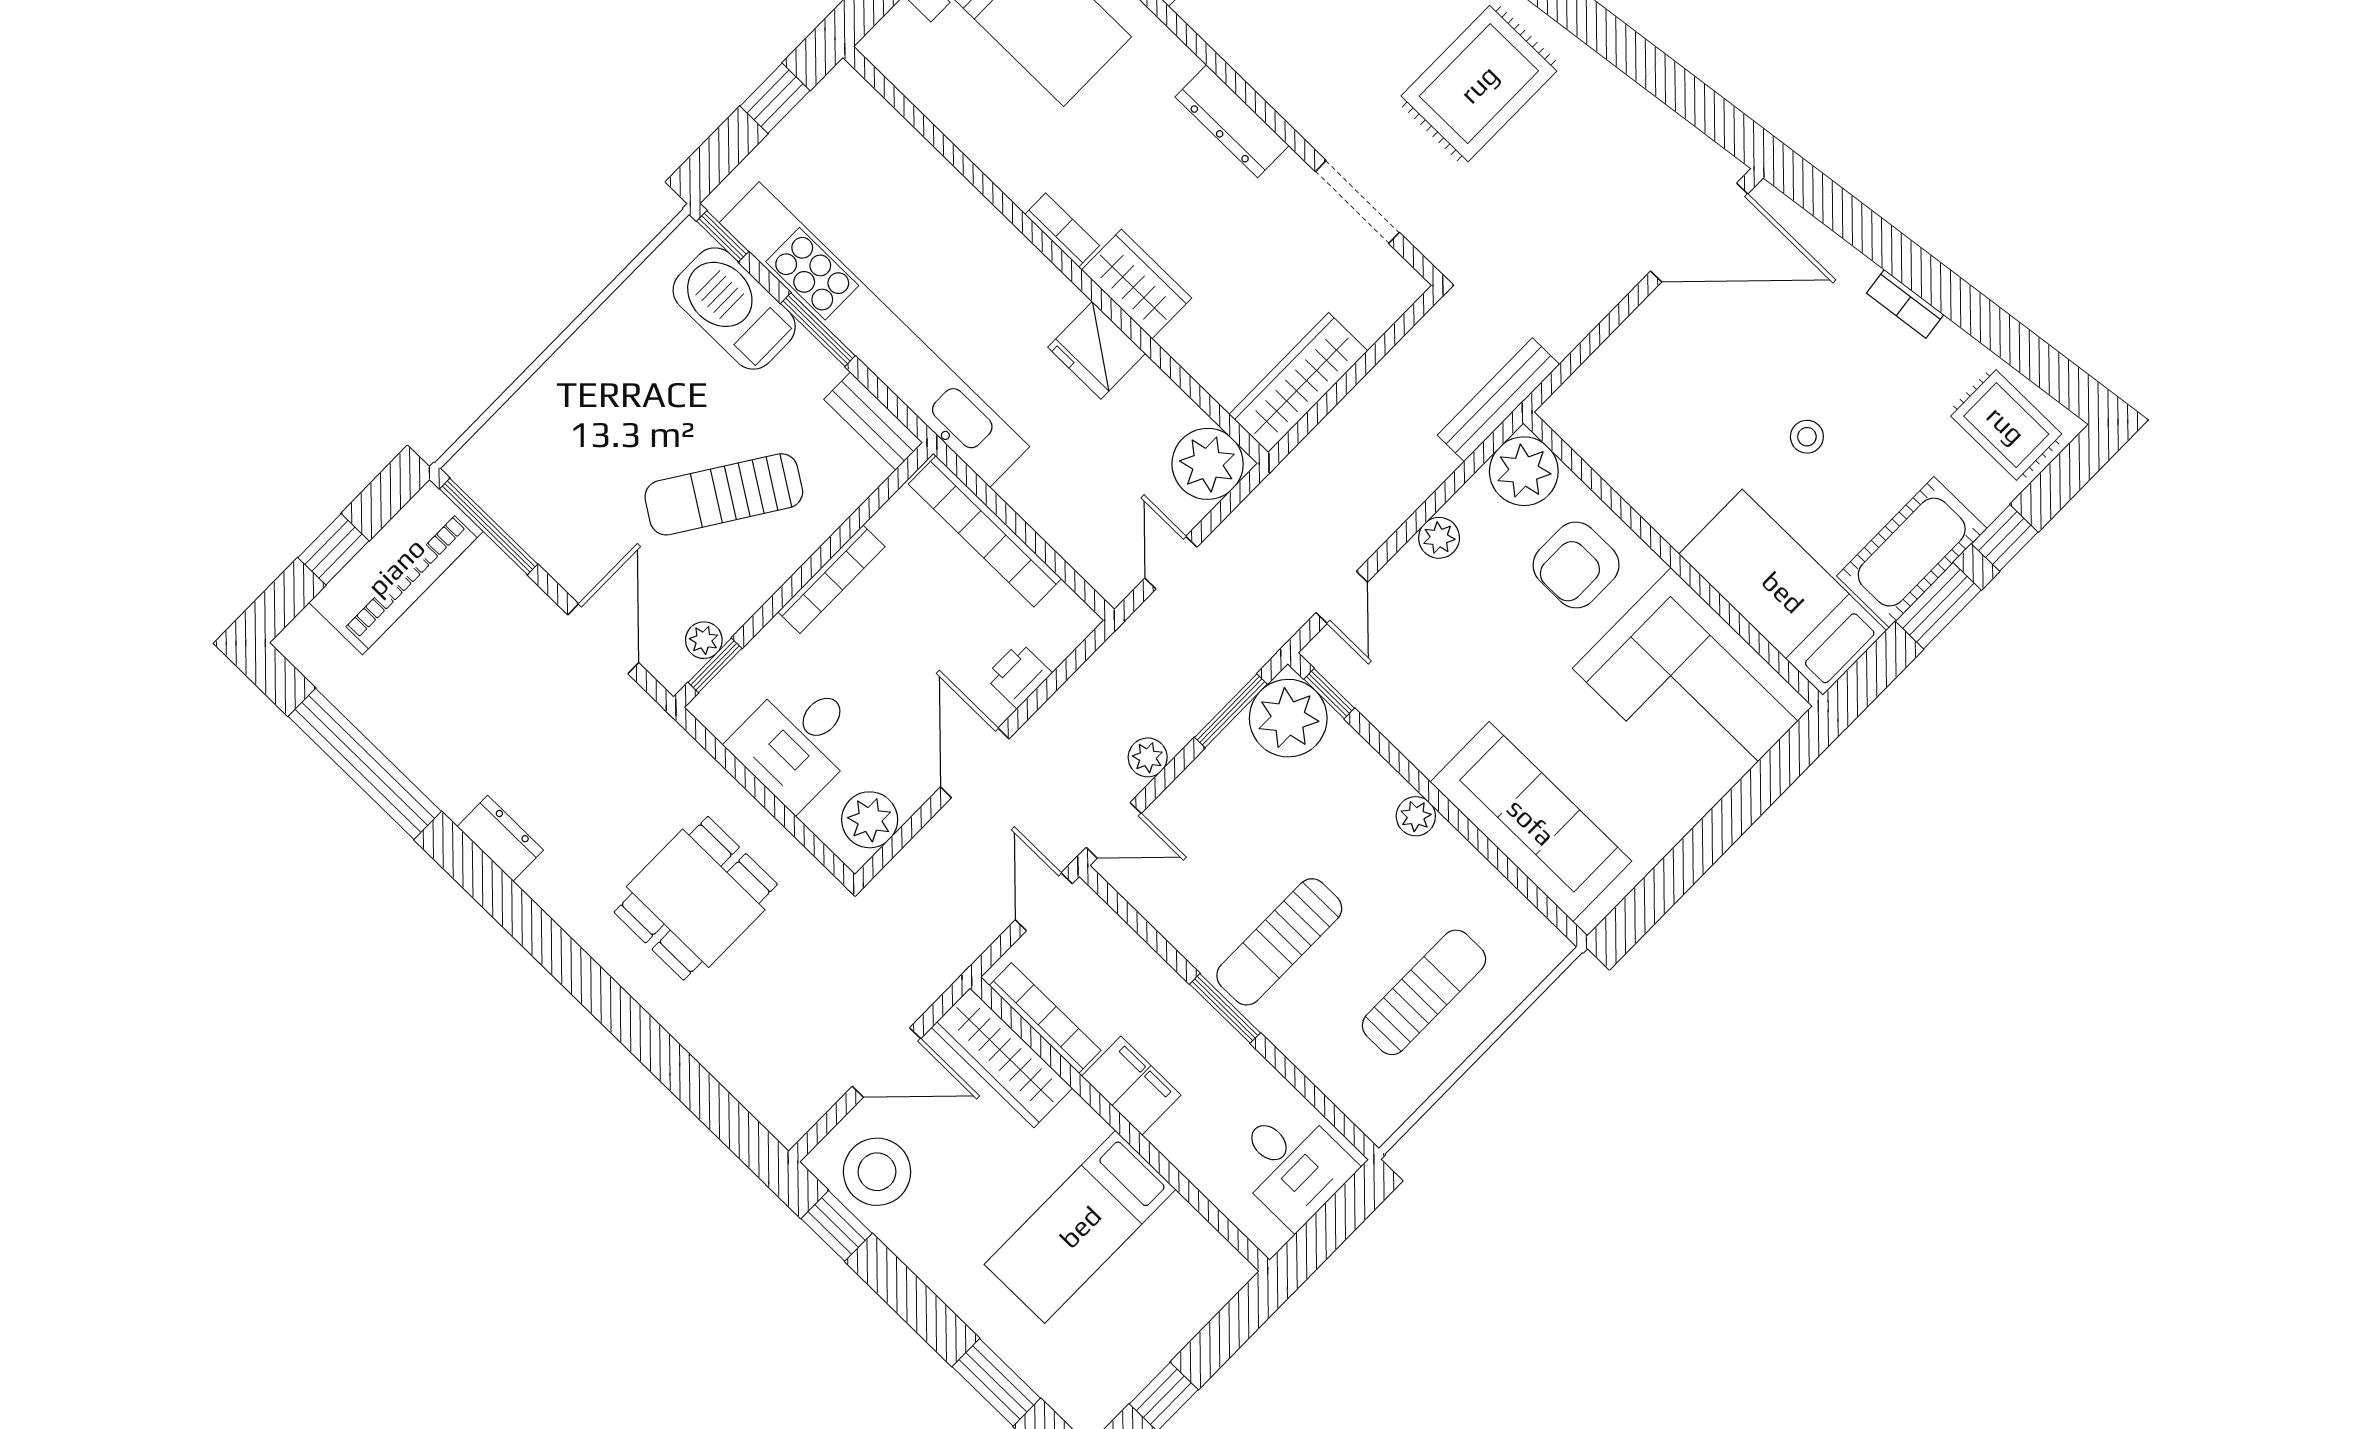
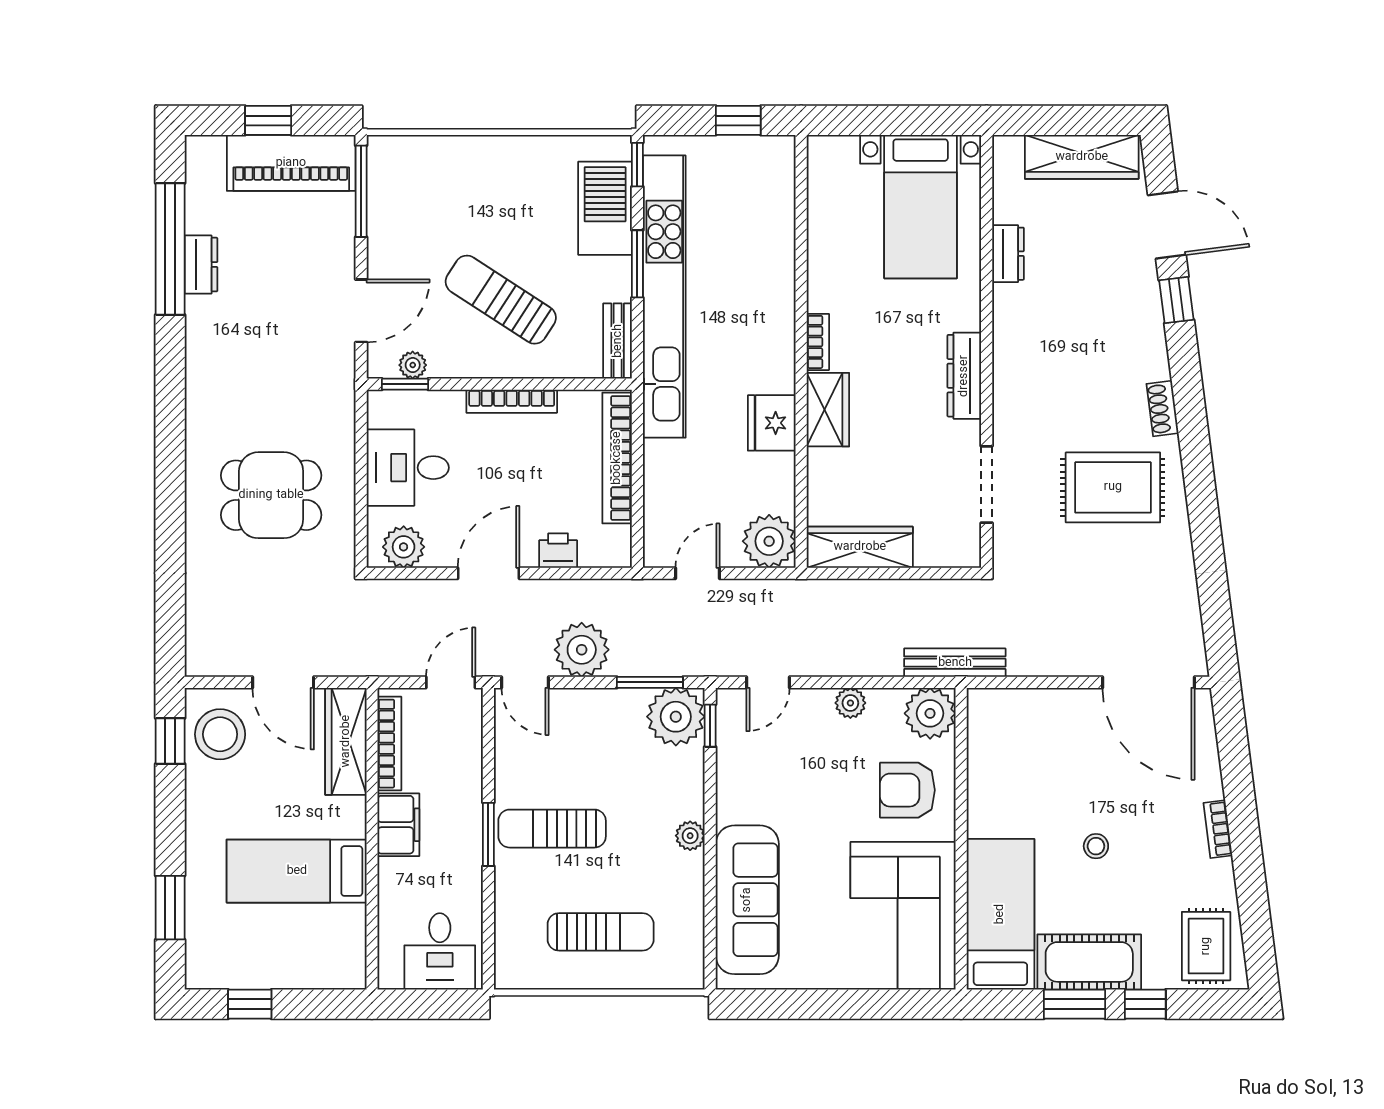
plant: (1148, 757) -> (582, 650), width x1.88, depth x1.88
dresser: (500, 838) -> (201, 265), moved

